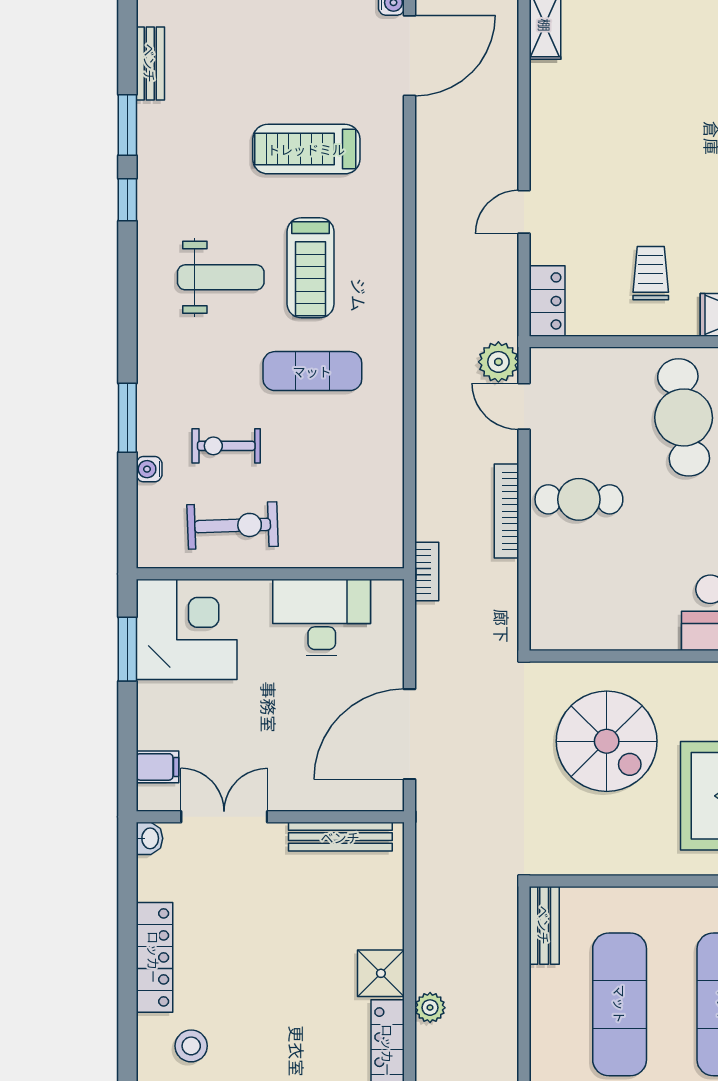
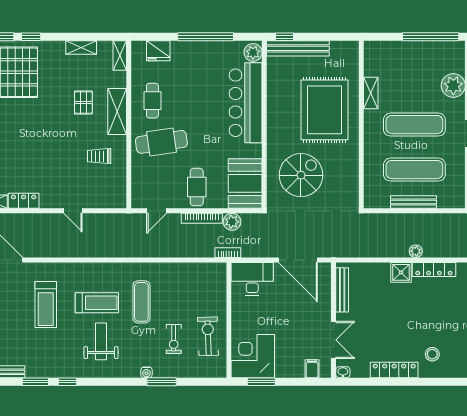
locker: (547, 301) -> (24, 201), moved
plant: (498, 362) -> (232, 222), moved
water cooler: (149, 469) -> (146, 372), moved
booth: (587, 612) -> (245, 183), added
desk: (322, 617) -> (252, 279), moved, turned 90
double door: (224, 817) -> (334, 340), swing flipped
bench: (544, 925) -> (414, 202), moved, width x1.36

